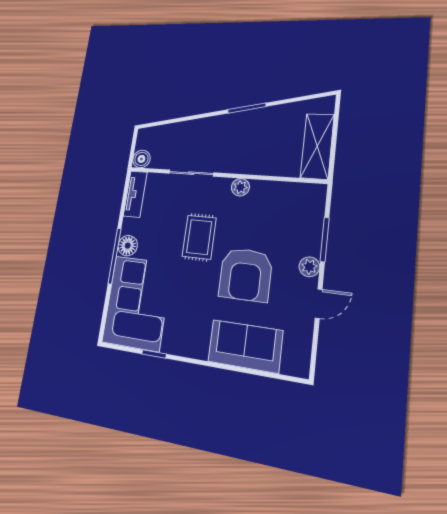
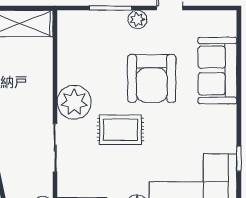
plant: (240, 187) -> (74, 102), width x1.87, depth x1.87
armchair: (245, 275) -> (152, 78), turned 90

